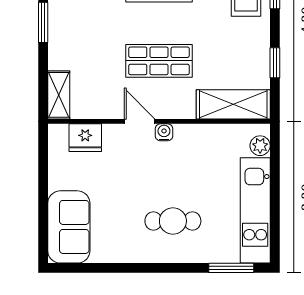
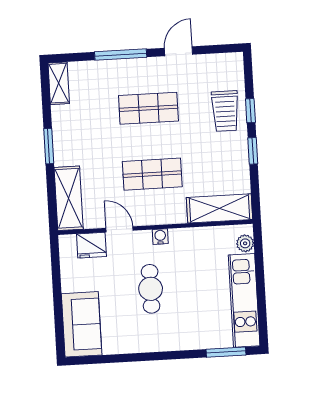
window: (275, 63) -> (253, 151), moved
shelving: (59, 95) -> (69, 198), width x1.50, depth x1.33
door: (140, 121) -> (120, 229), moved
cafe table: (173, 221) -> (151, 289), moved, turned 90

